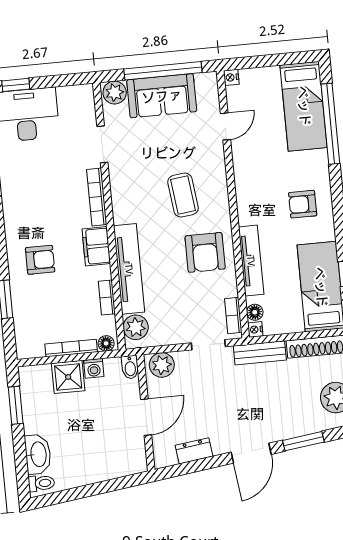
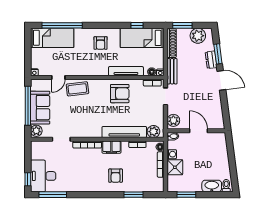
door: (225, 126) -> (58, 77), swing flipped
coffee table: (183, 195) -> (77, 89), moved
armchair: (40, 260) -> (116, 176), turned 180
dresser: (194, 451) -> (211, 60), moved

